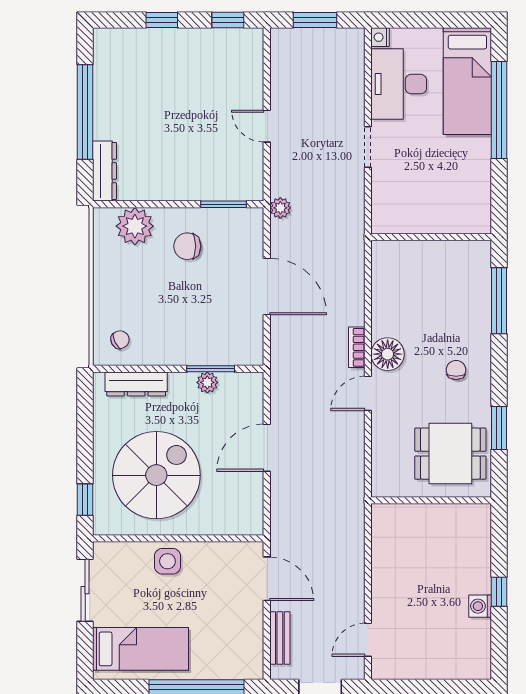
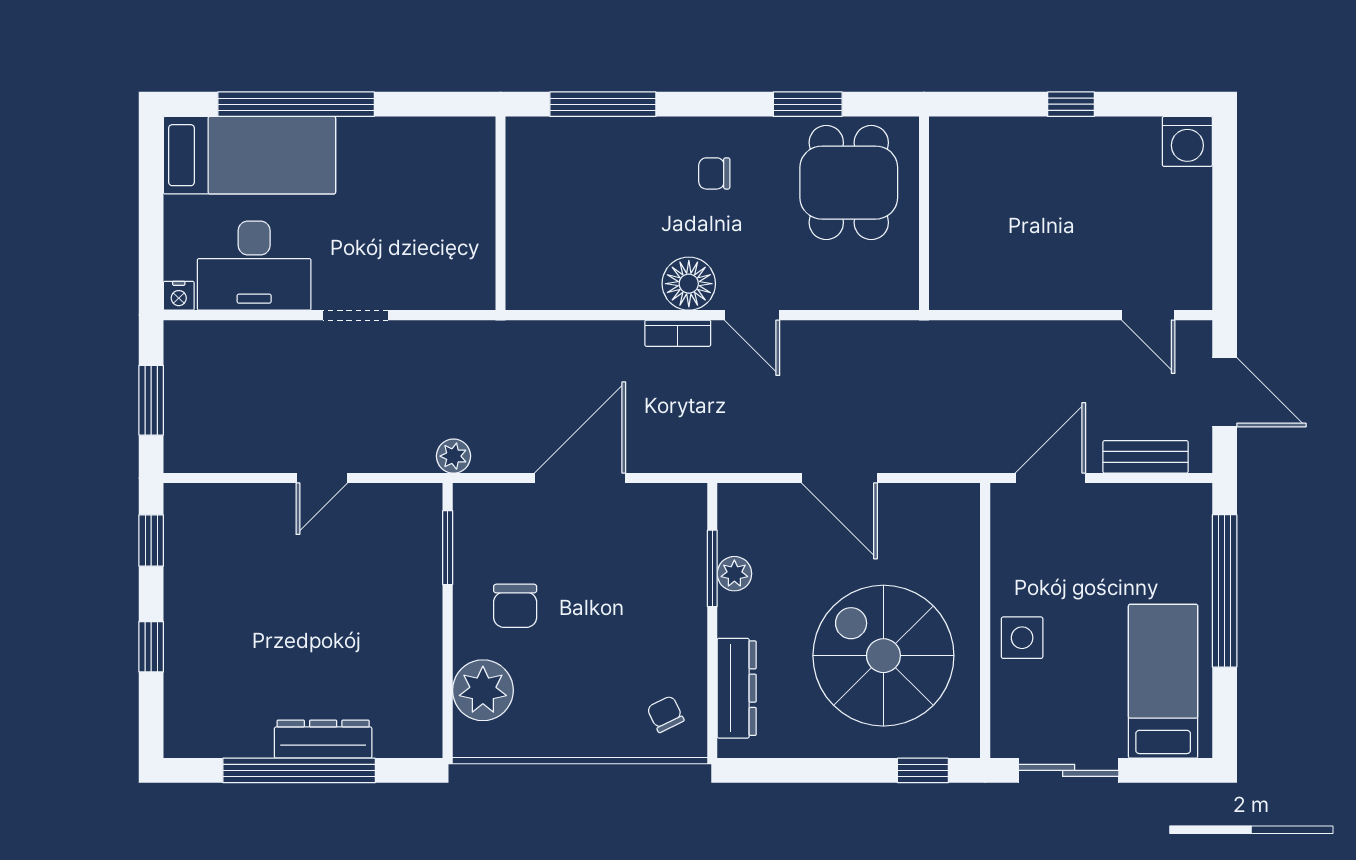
dresser: (104, 171) -> (323, 739), moved
washing machine: (480, 606) -> (1187, 141), moved, width x1.38, depth x1.38

